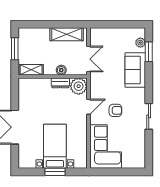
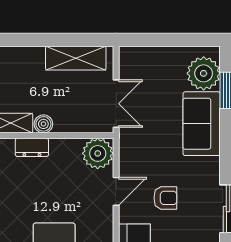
plant: (140, 43) -> (204, 73), width x1.88, depth x1.88
boiler: (61, 70) -> (43, 124), moved
dresser: (60, 83) -> (32, 147), moved

